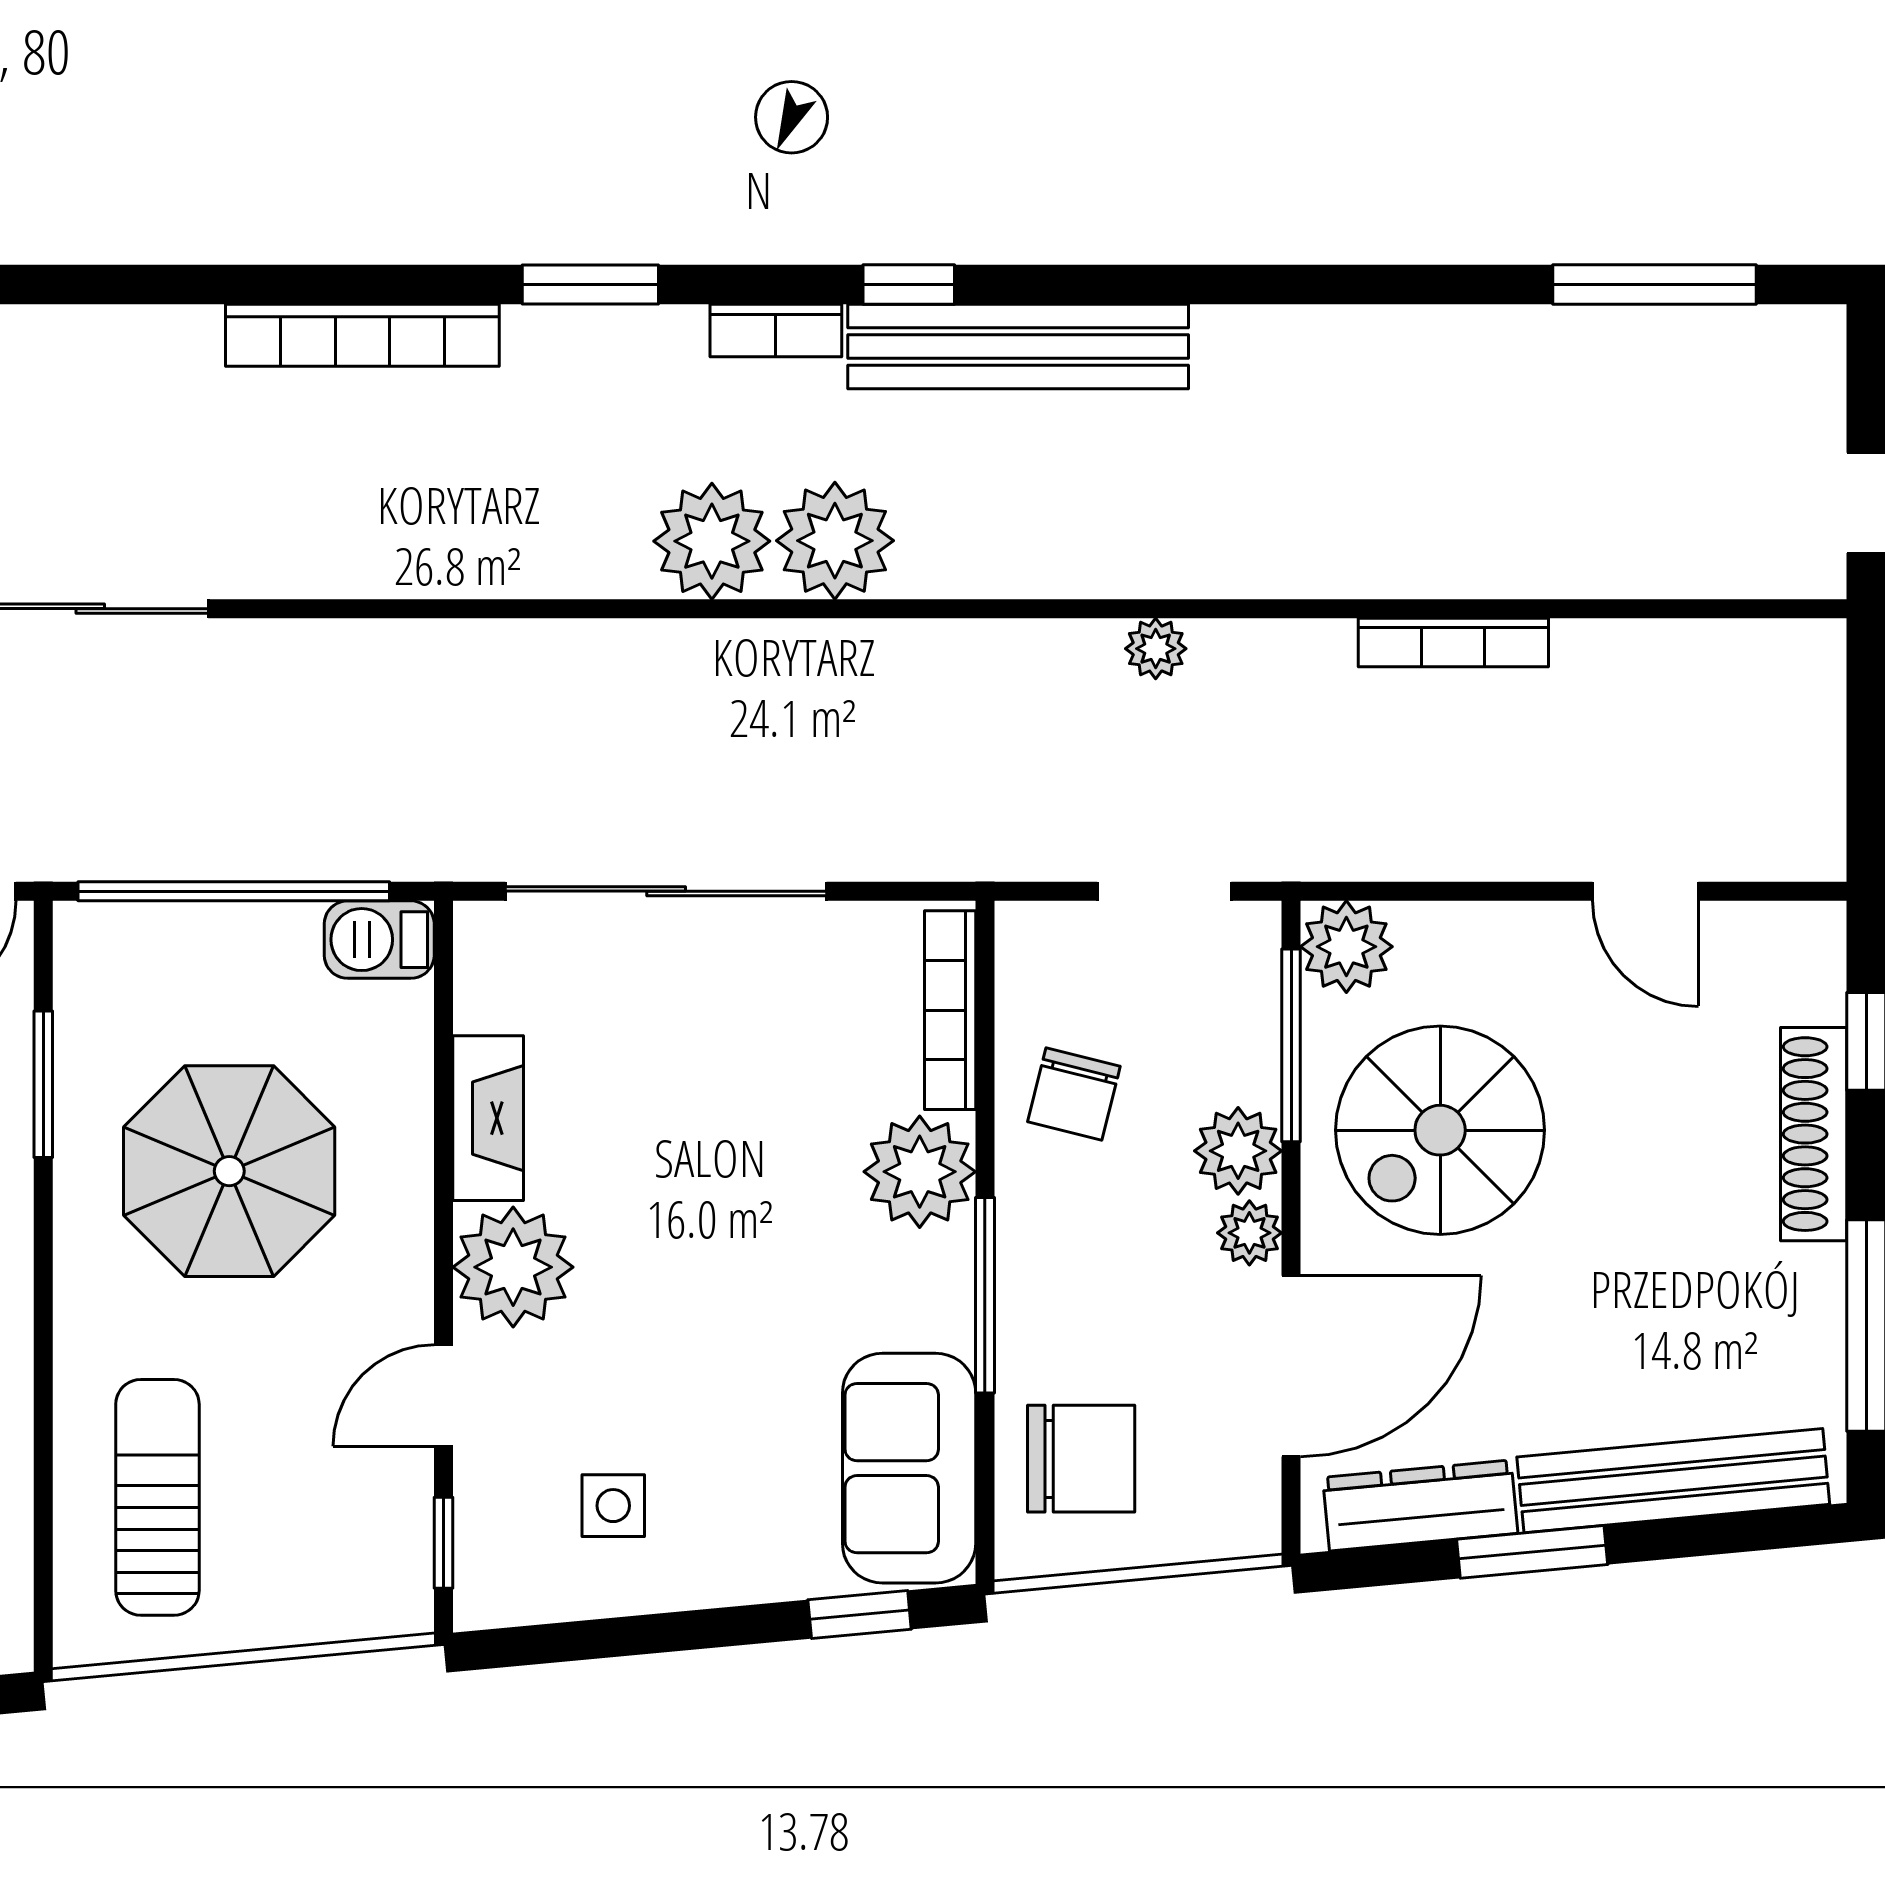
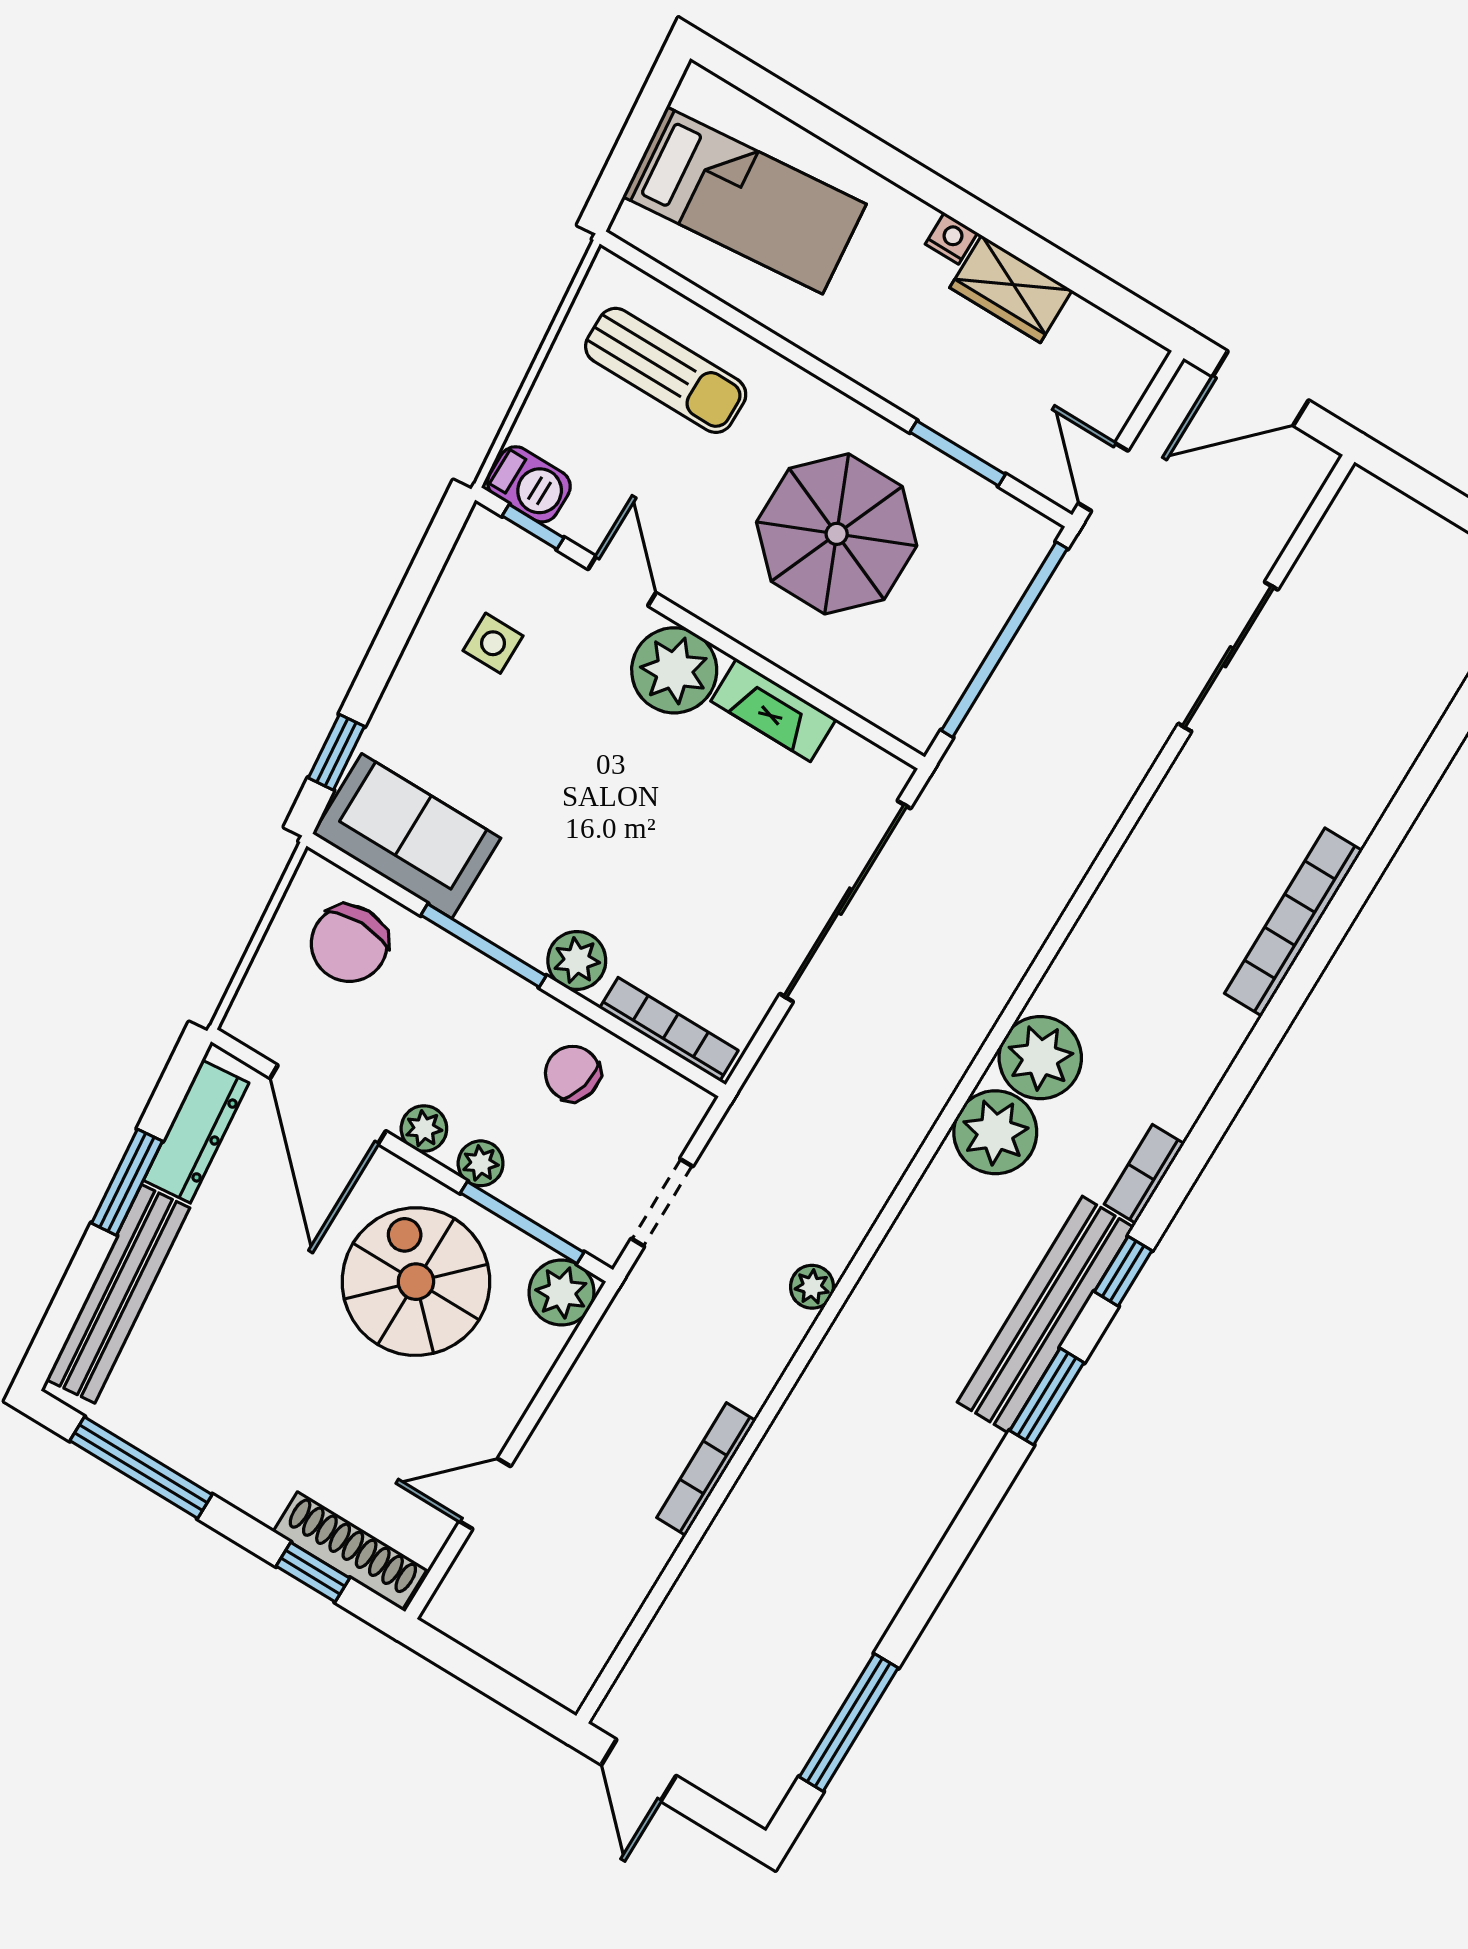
window: (590, 285) -> (1047, 1397), moved
barbecue: (379, 940) -> (529, 484), moved, turned 90
shoe rack: (1814, 1134) -> (350, 1551), moved
plant: (1238, 1151) -> (481, 1163), width x0.73, depth x0.73
plant: (920, 1172) -> (577, 960), width x0.73, depth x0.73

